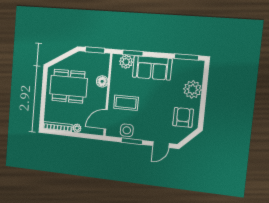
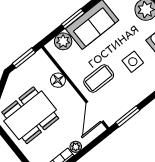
window: (133, 53) -> (73, 19), moved
side table: (127, 130) -> (133, 62), moved
window: (132, 141) -> (128, 116), moved

